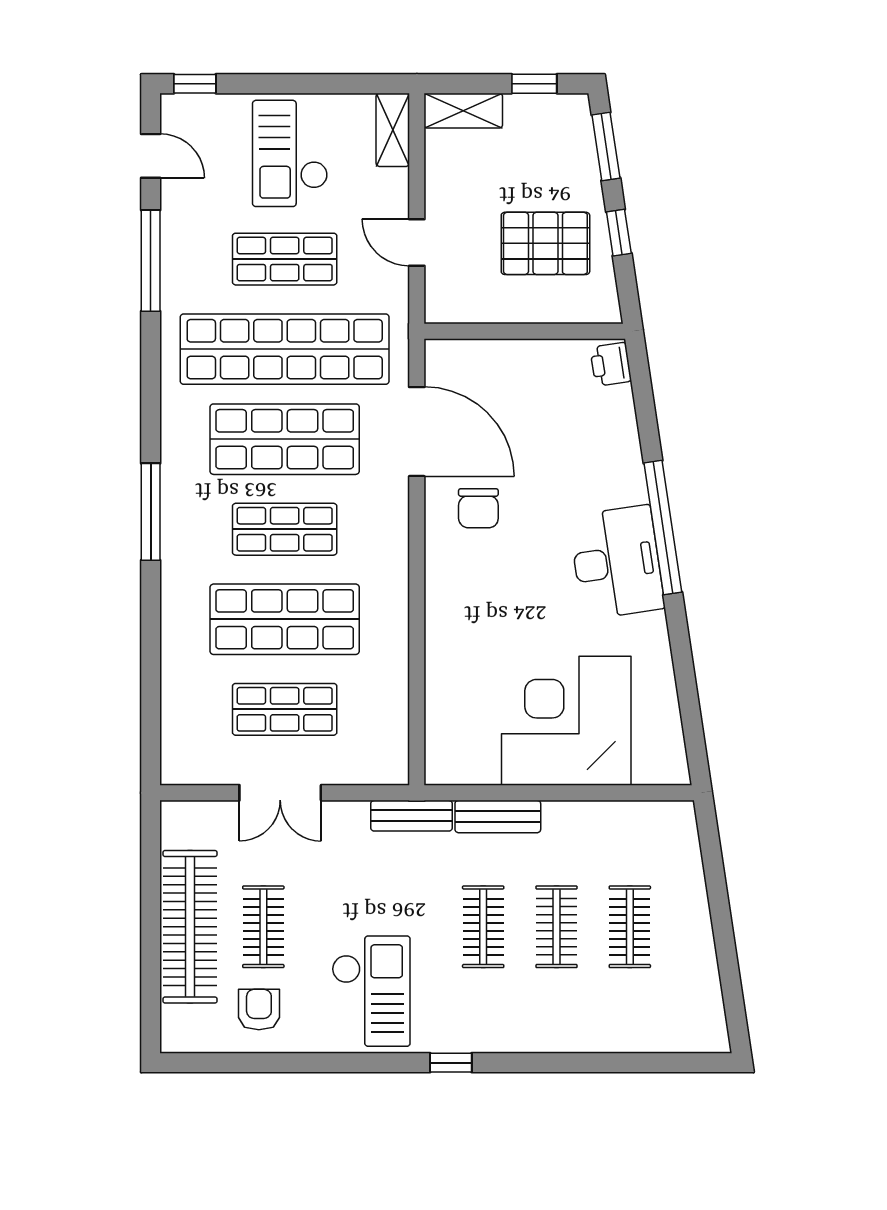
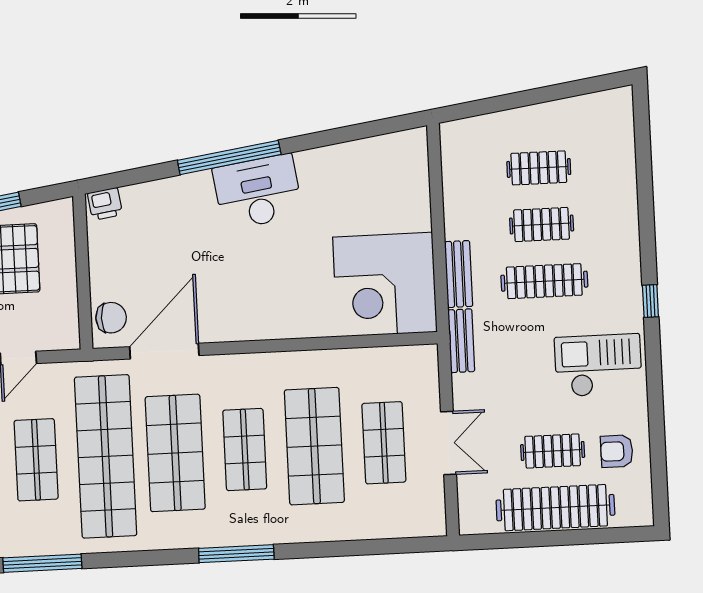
chair: (478, 508) -> (111, 318), moved
corner desk: (566, 721) -> (385, 285), moved
clothes rail: (483, 927) -> (544, 281), width x1.36

